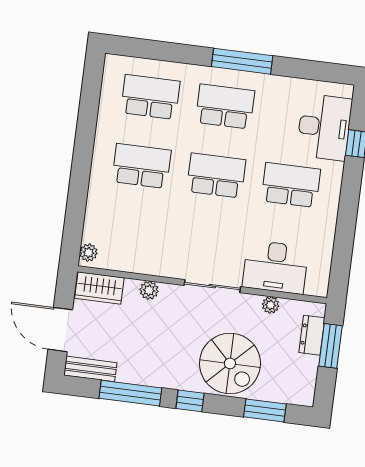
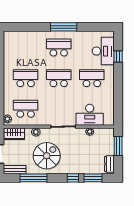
school desk: (150, 97) -> (26, 109), moved
dresser: (312, 335) -> (109, 164), moved
spiral stairs: (230, 363) -> (47, 156), moved, turned -90
window: (190, 401) -> (73, 178), moved

